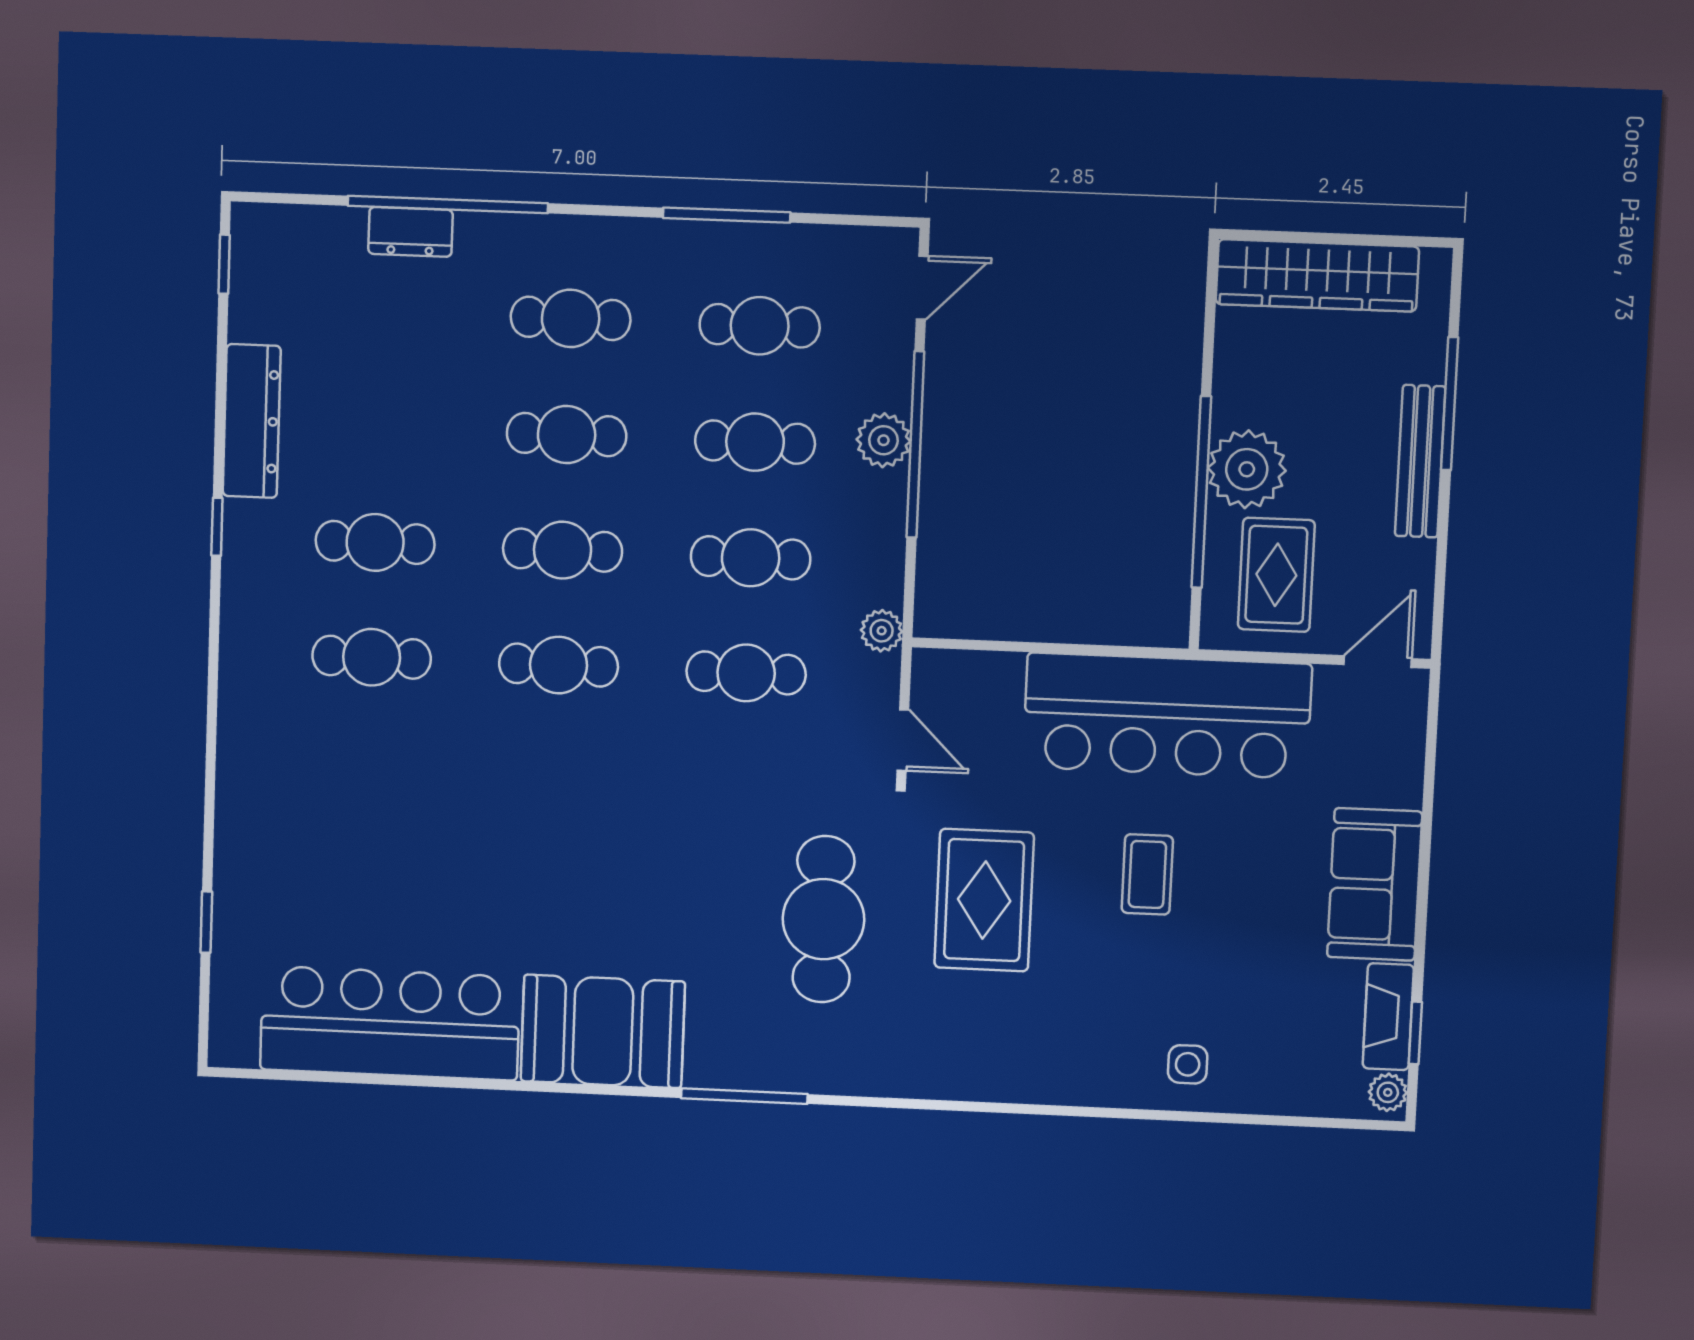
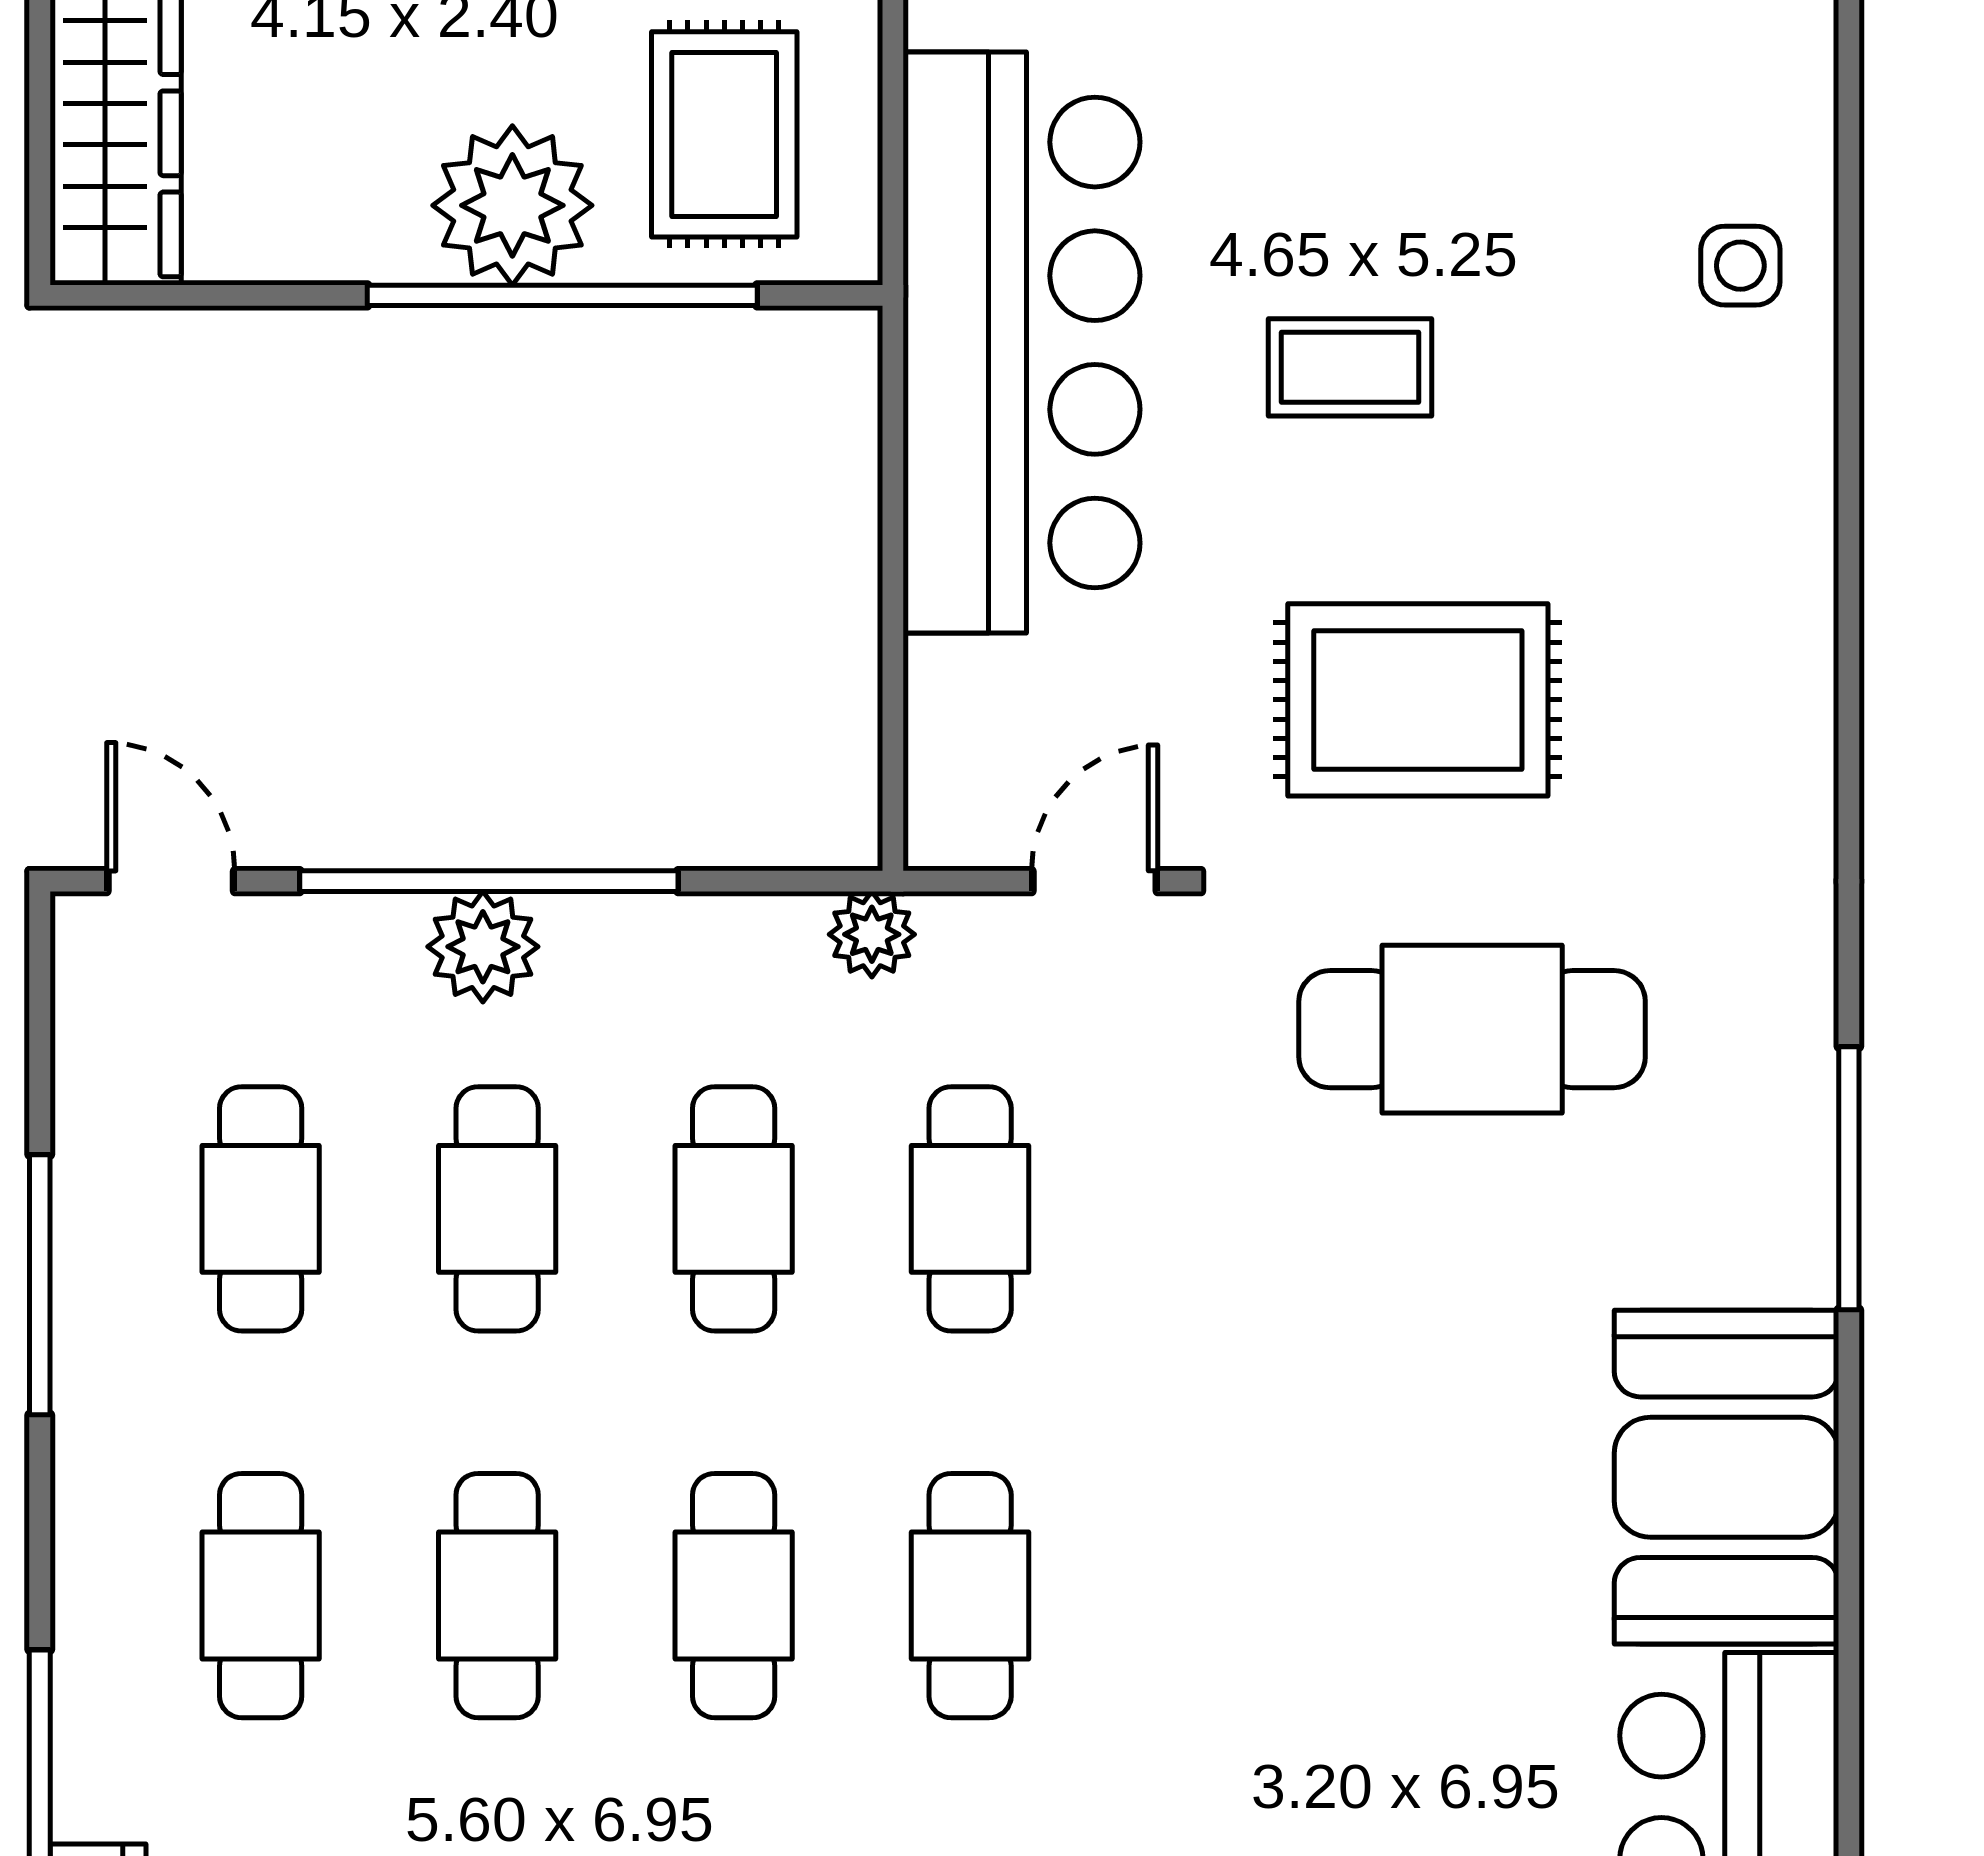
rug: (1276, 575) -> (724, 134), turned 90

